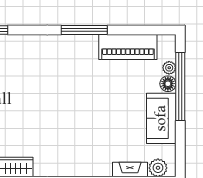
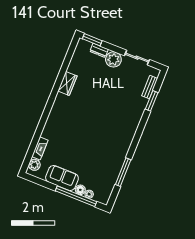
window: (84, 30) -> (123, 172), moved
piano: (128, 47) -> (111, 175), removed

